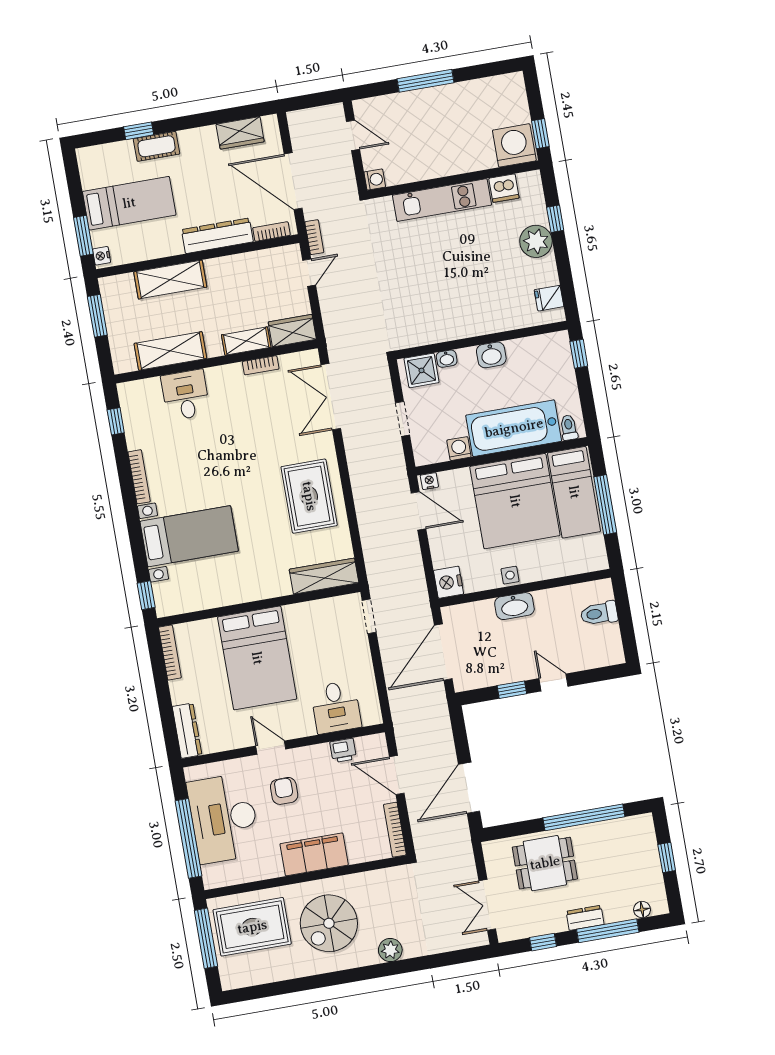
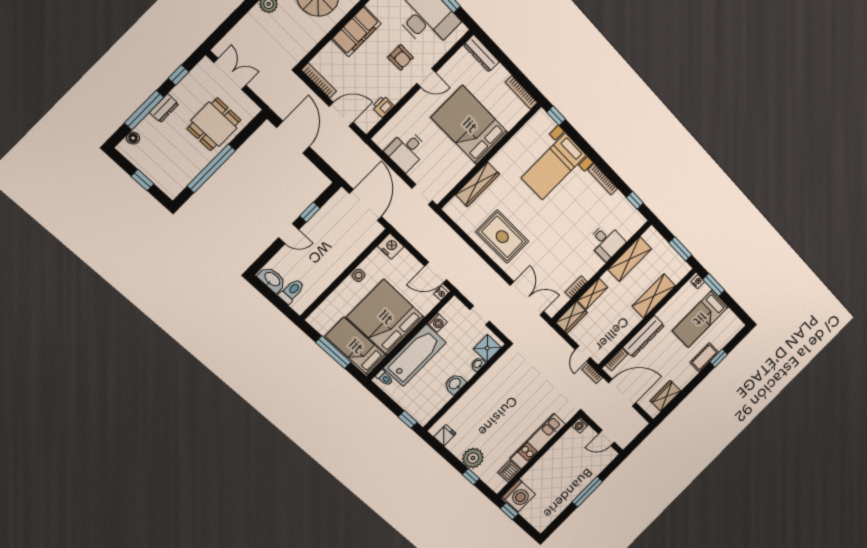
wardrobe: (324, 576) -> (478, 184), moved
washbasin: (514, 606) -> (272, 279), moved, turned 90
desk: (336, 707) -> (407, 150), moved, turned -90

